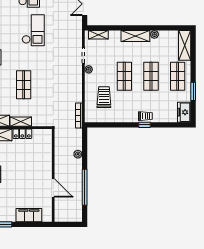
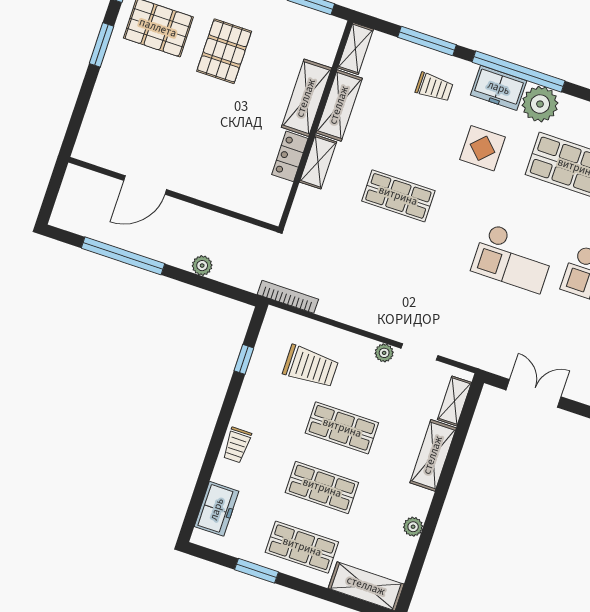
shelving: (135, 36) -> (433, 455), moved
freezer: (184, 112) -> (217, 509), moved, turned 90
window: (145, 125) -> (244, 359), moved
filing cabinet: (29, 215) -> (102, 110), removed

